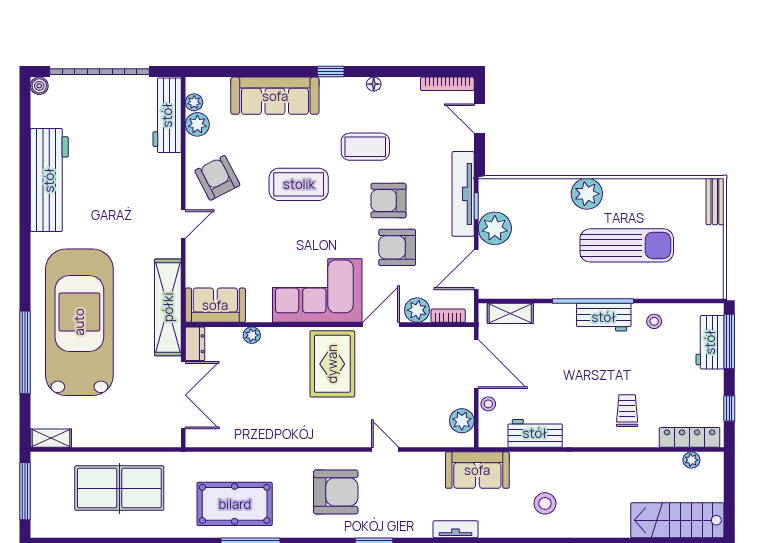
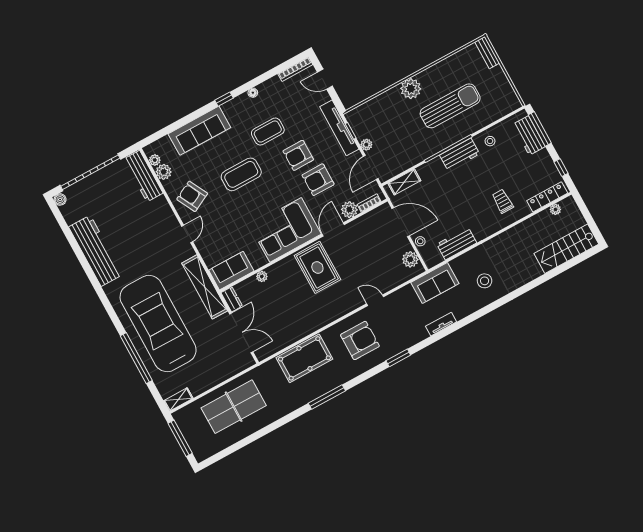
plant: (495, 228) -> (366, 145), width x0.53, depth x0.53
pool table: (235, 504) -> (304, 358), moved

